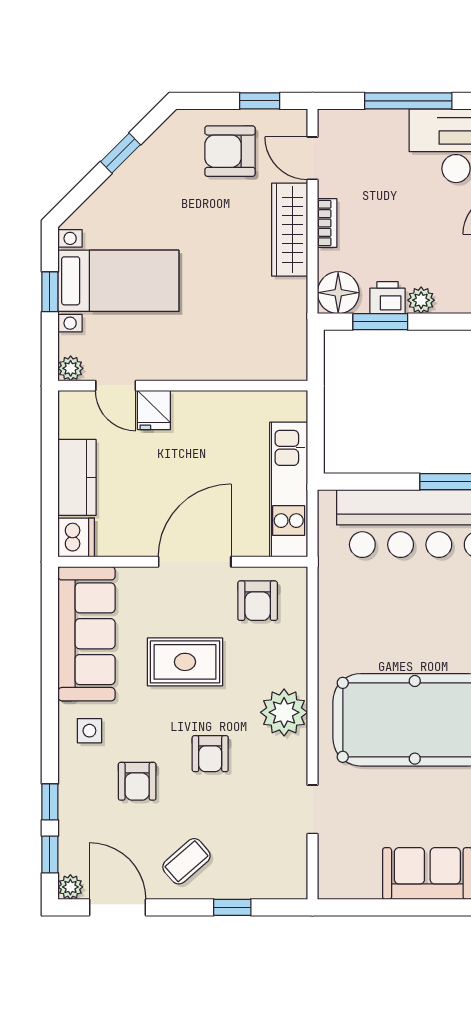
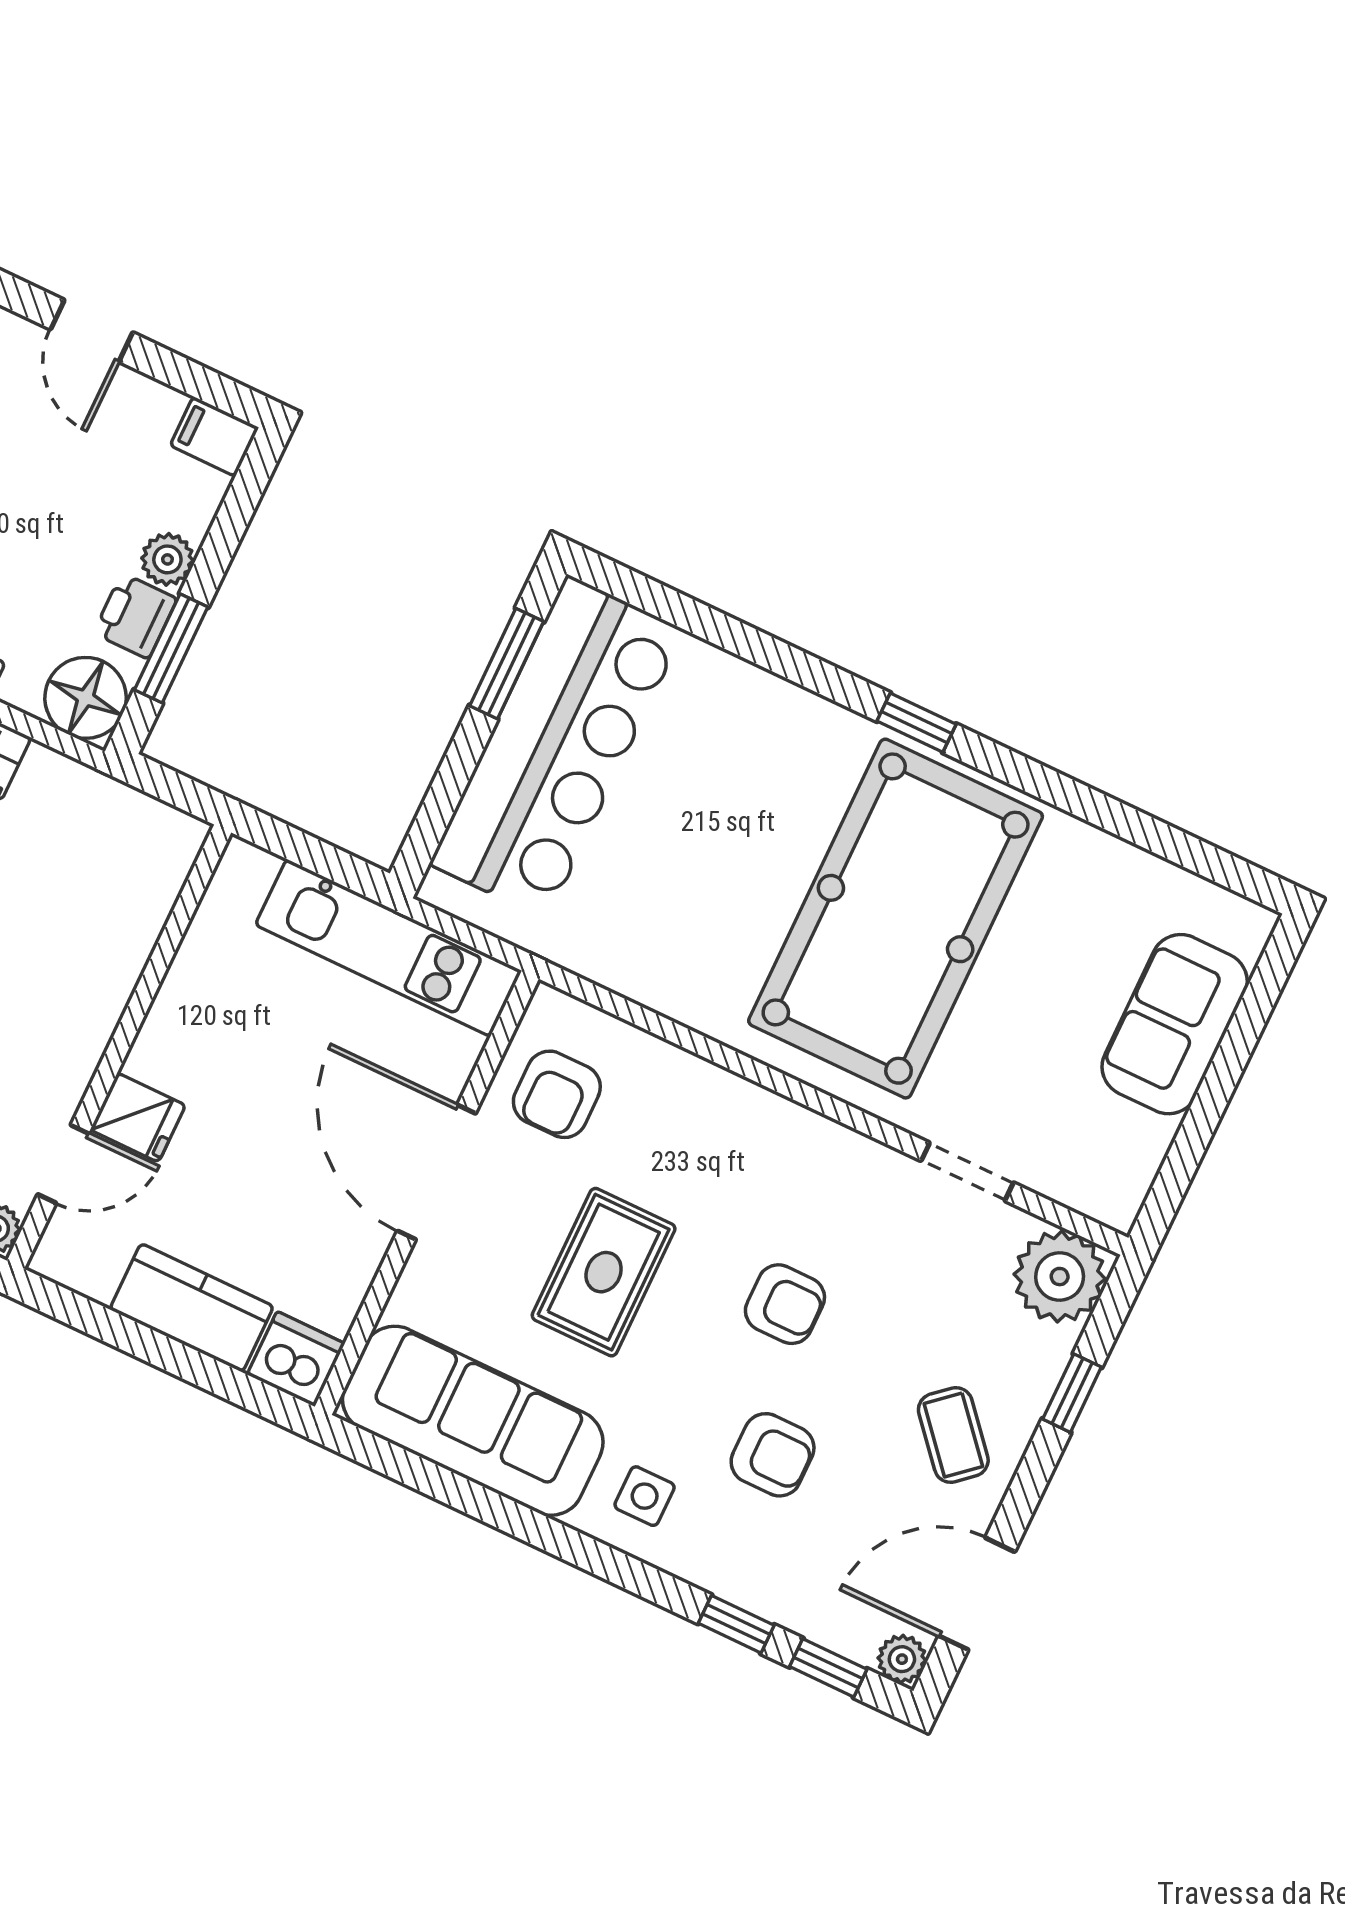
armchair: (258, 601) -> (557, 1094), turned 90
plant: (284, 712) -> (1060, 1277), moved

